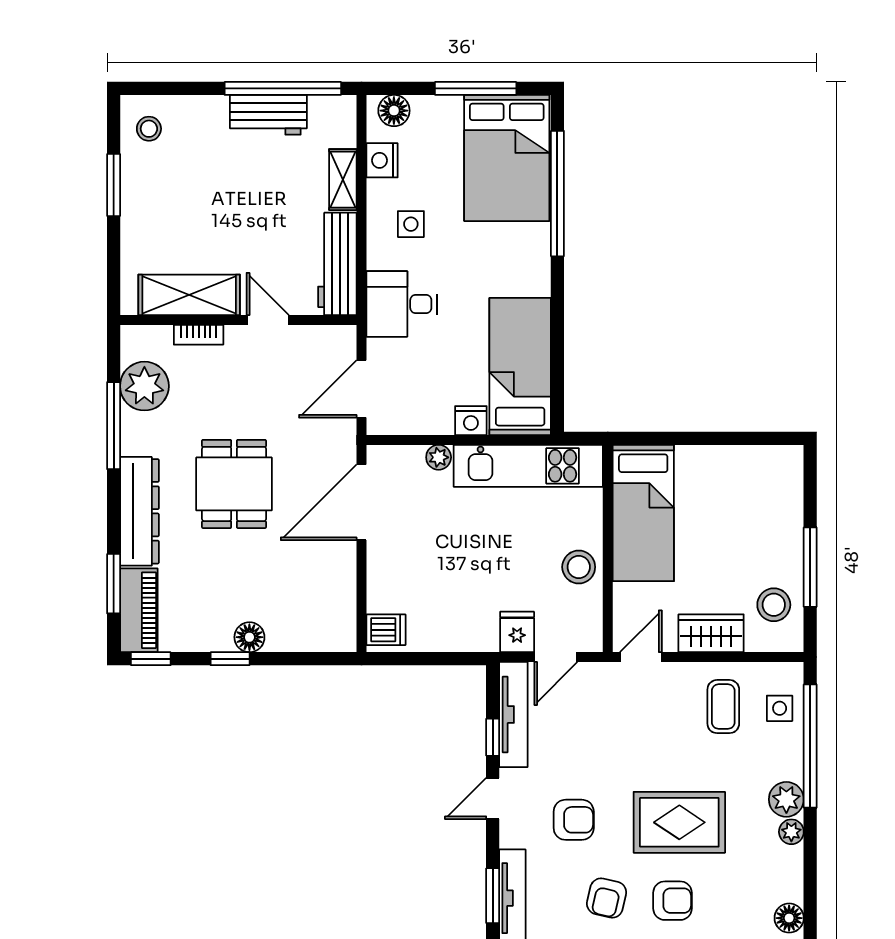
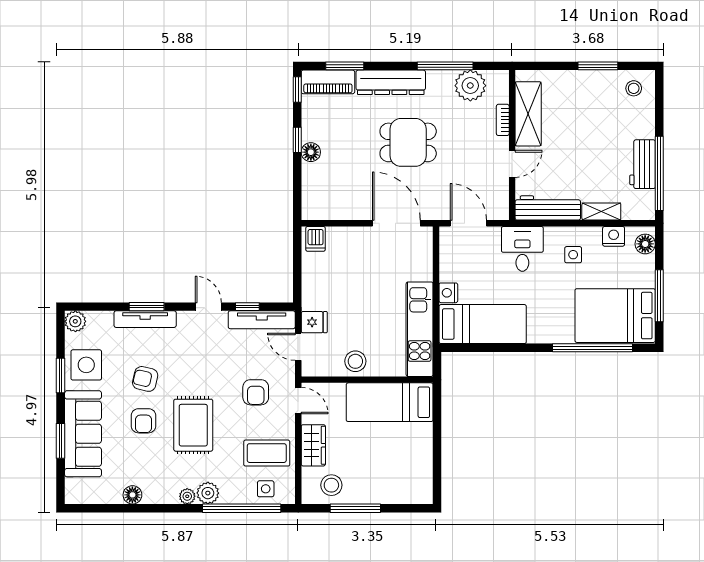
plant: (439, 457) -> (425, 272), removed
coffee table: (723, 707) -> (267, 453), width x1.36, depth x1.30
armchair: (574, 820) -> (256, 392), moved

